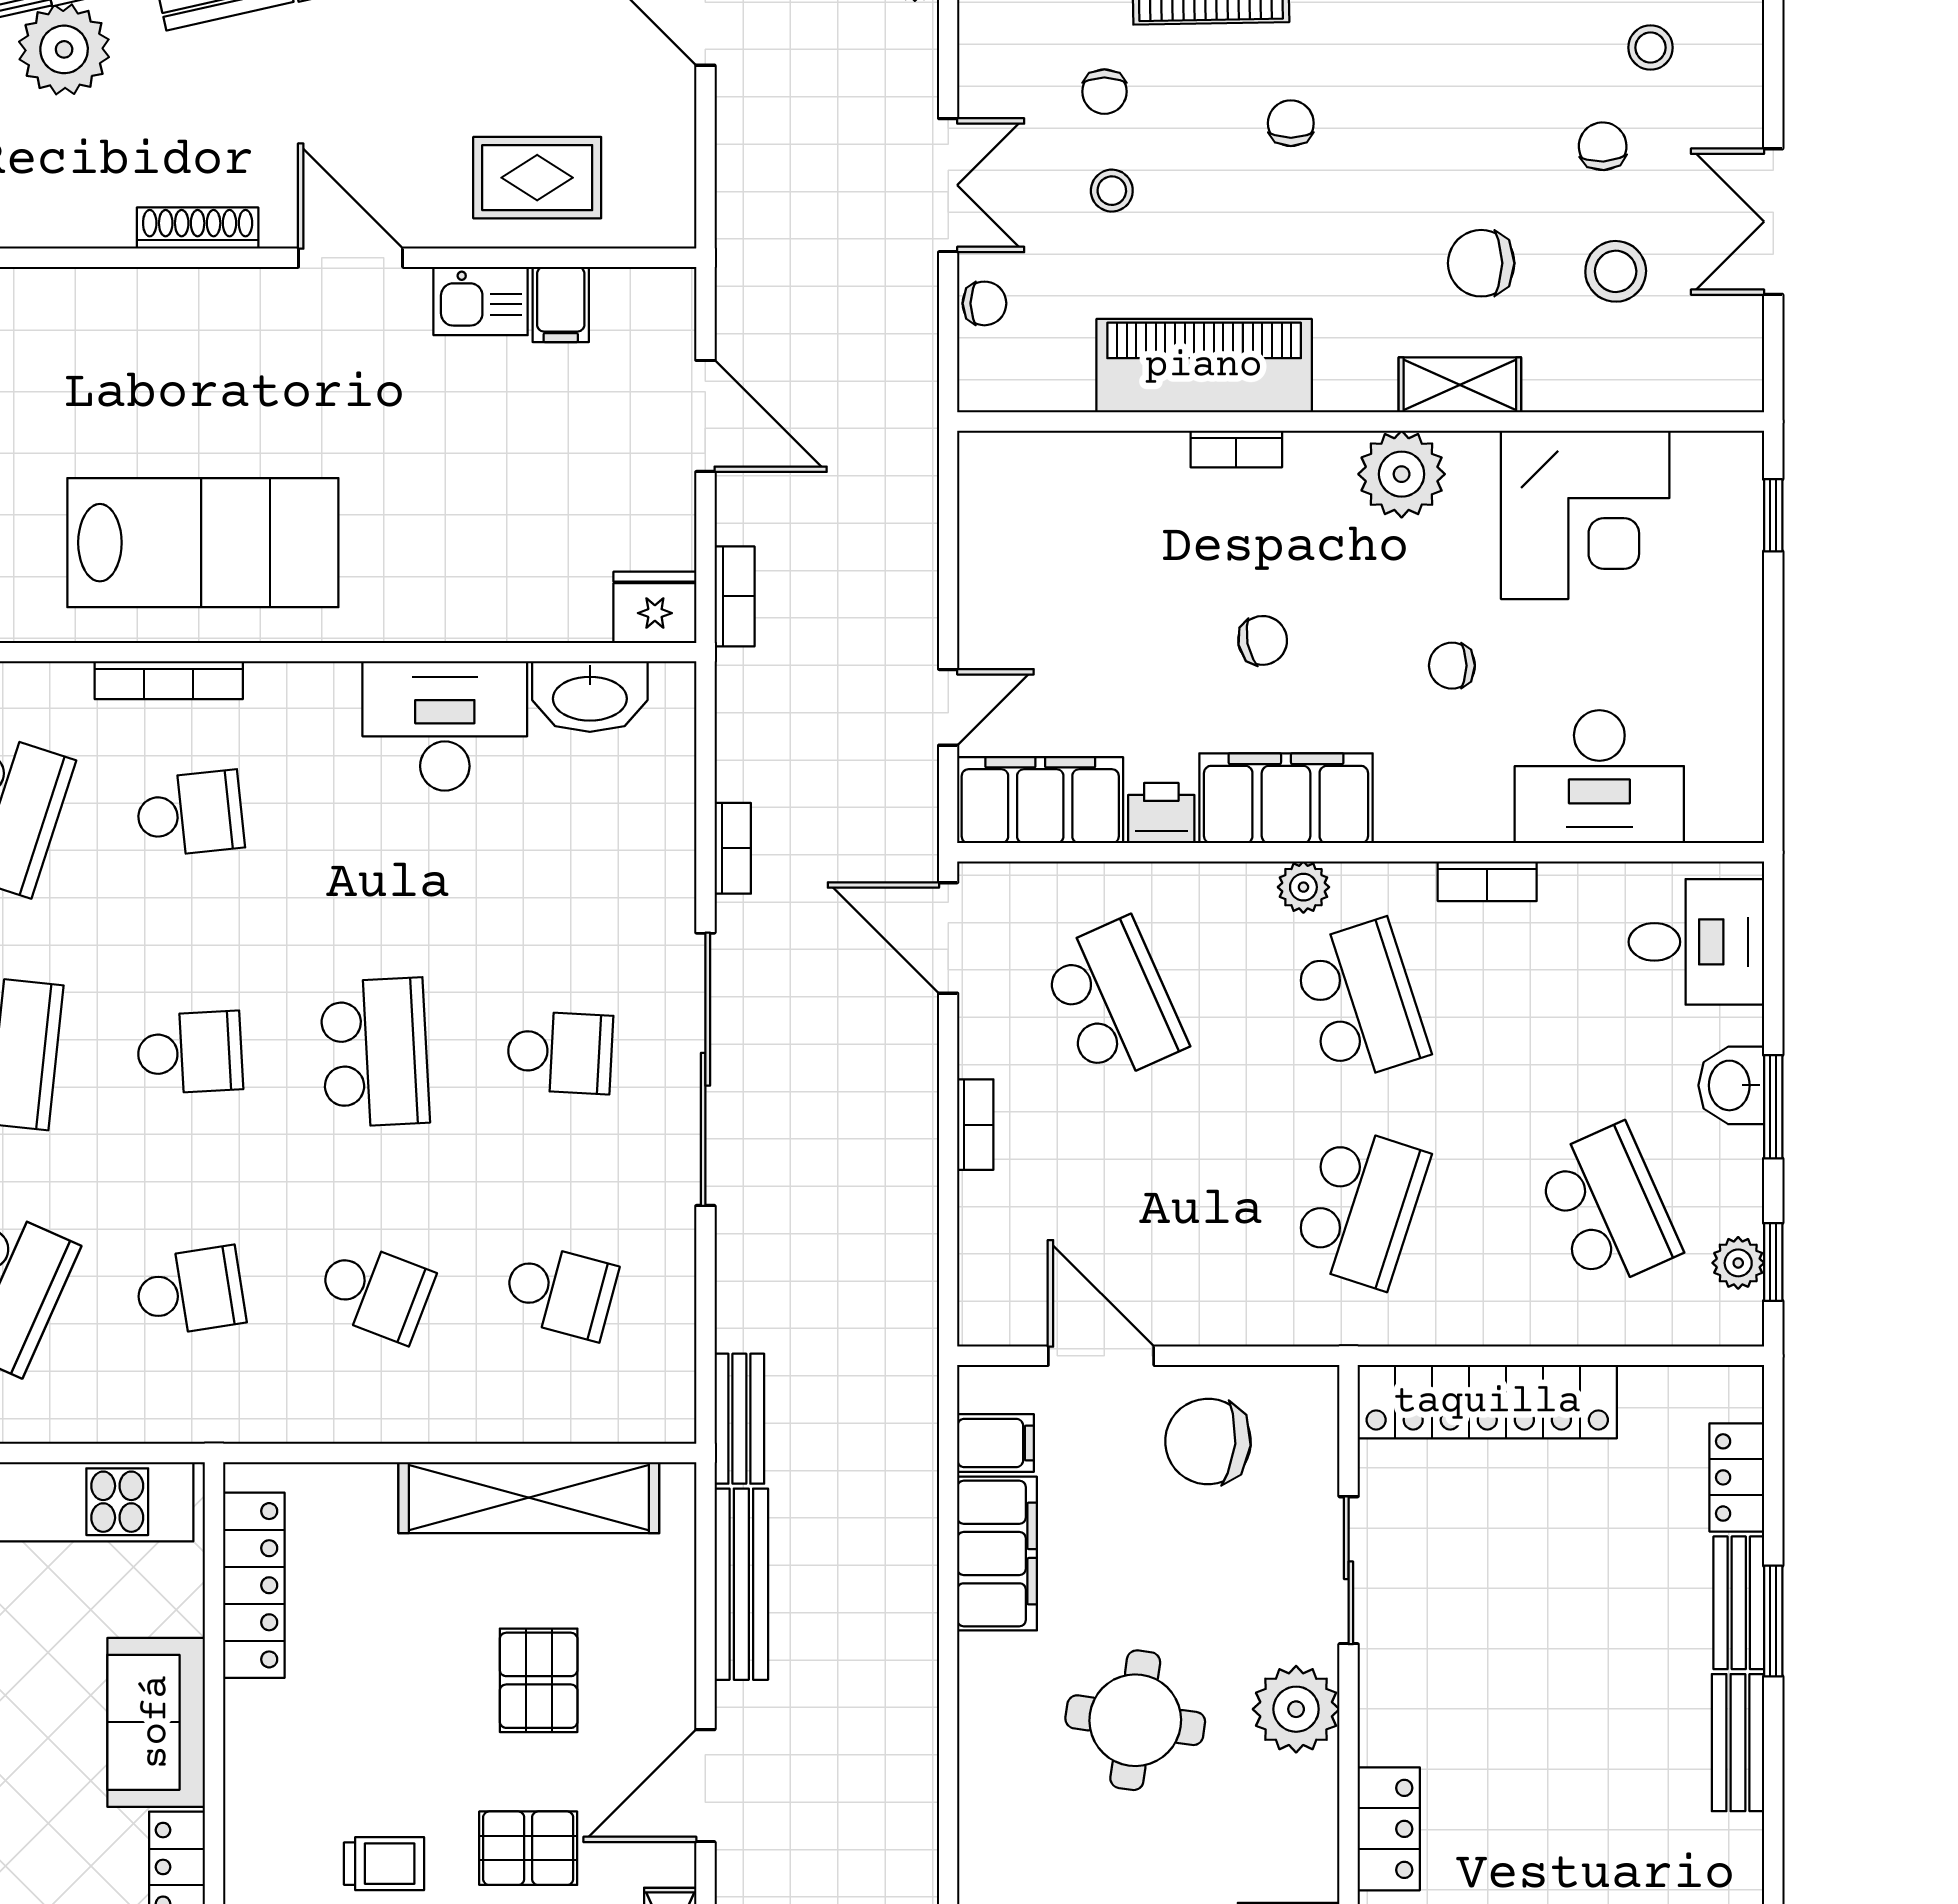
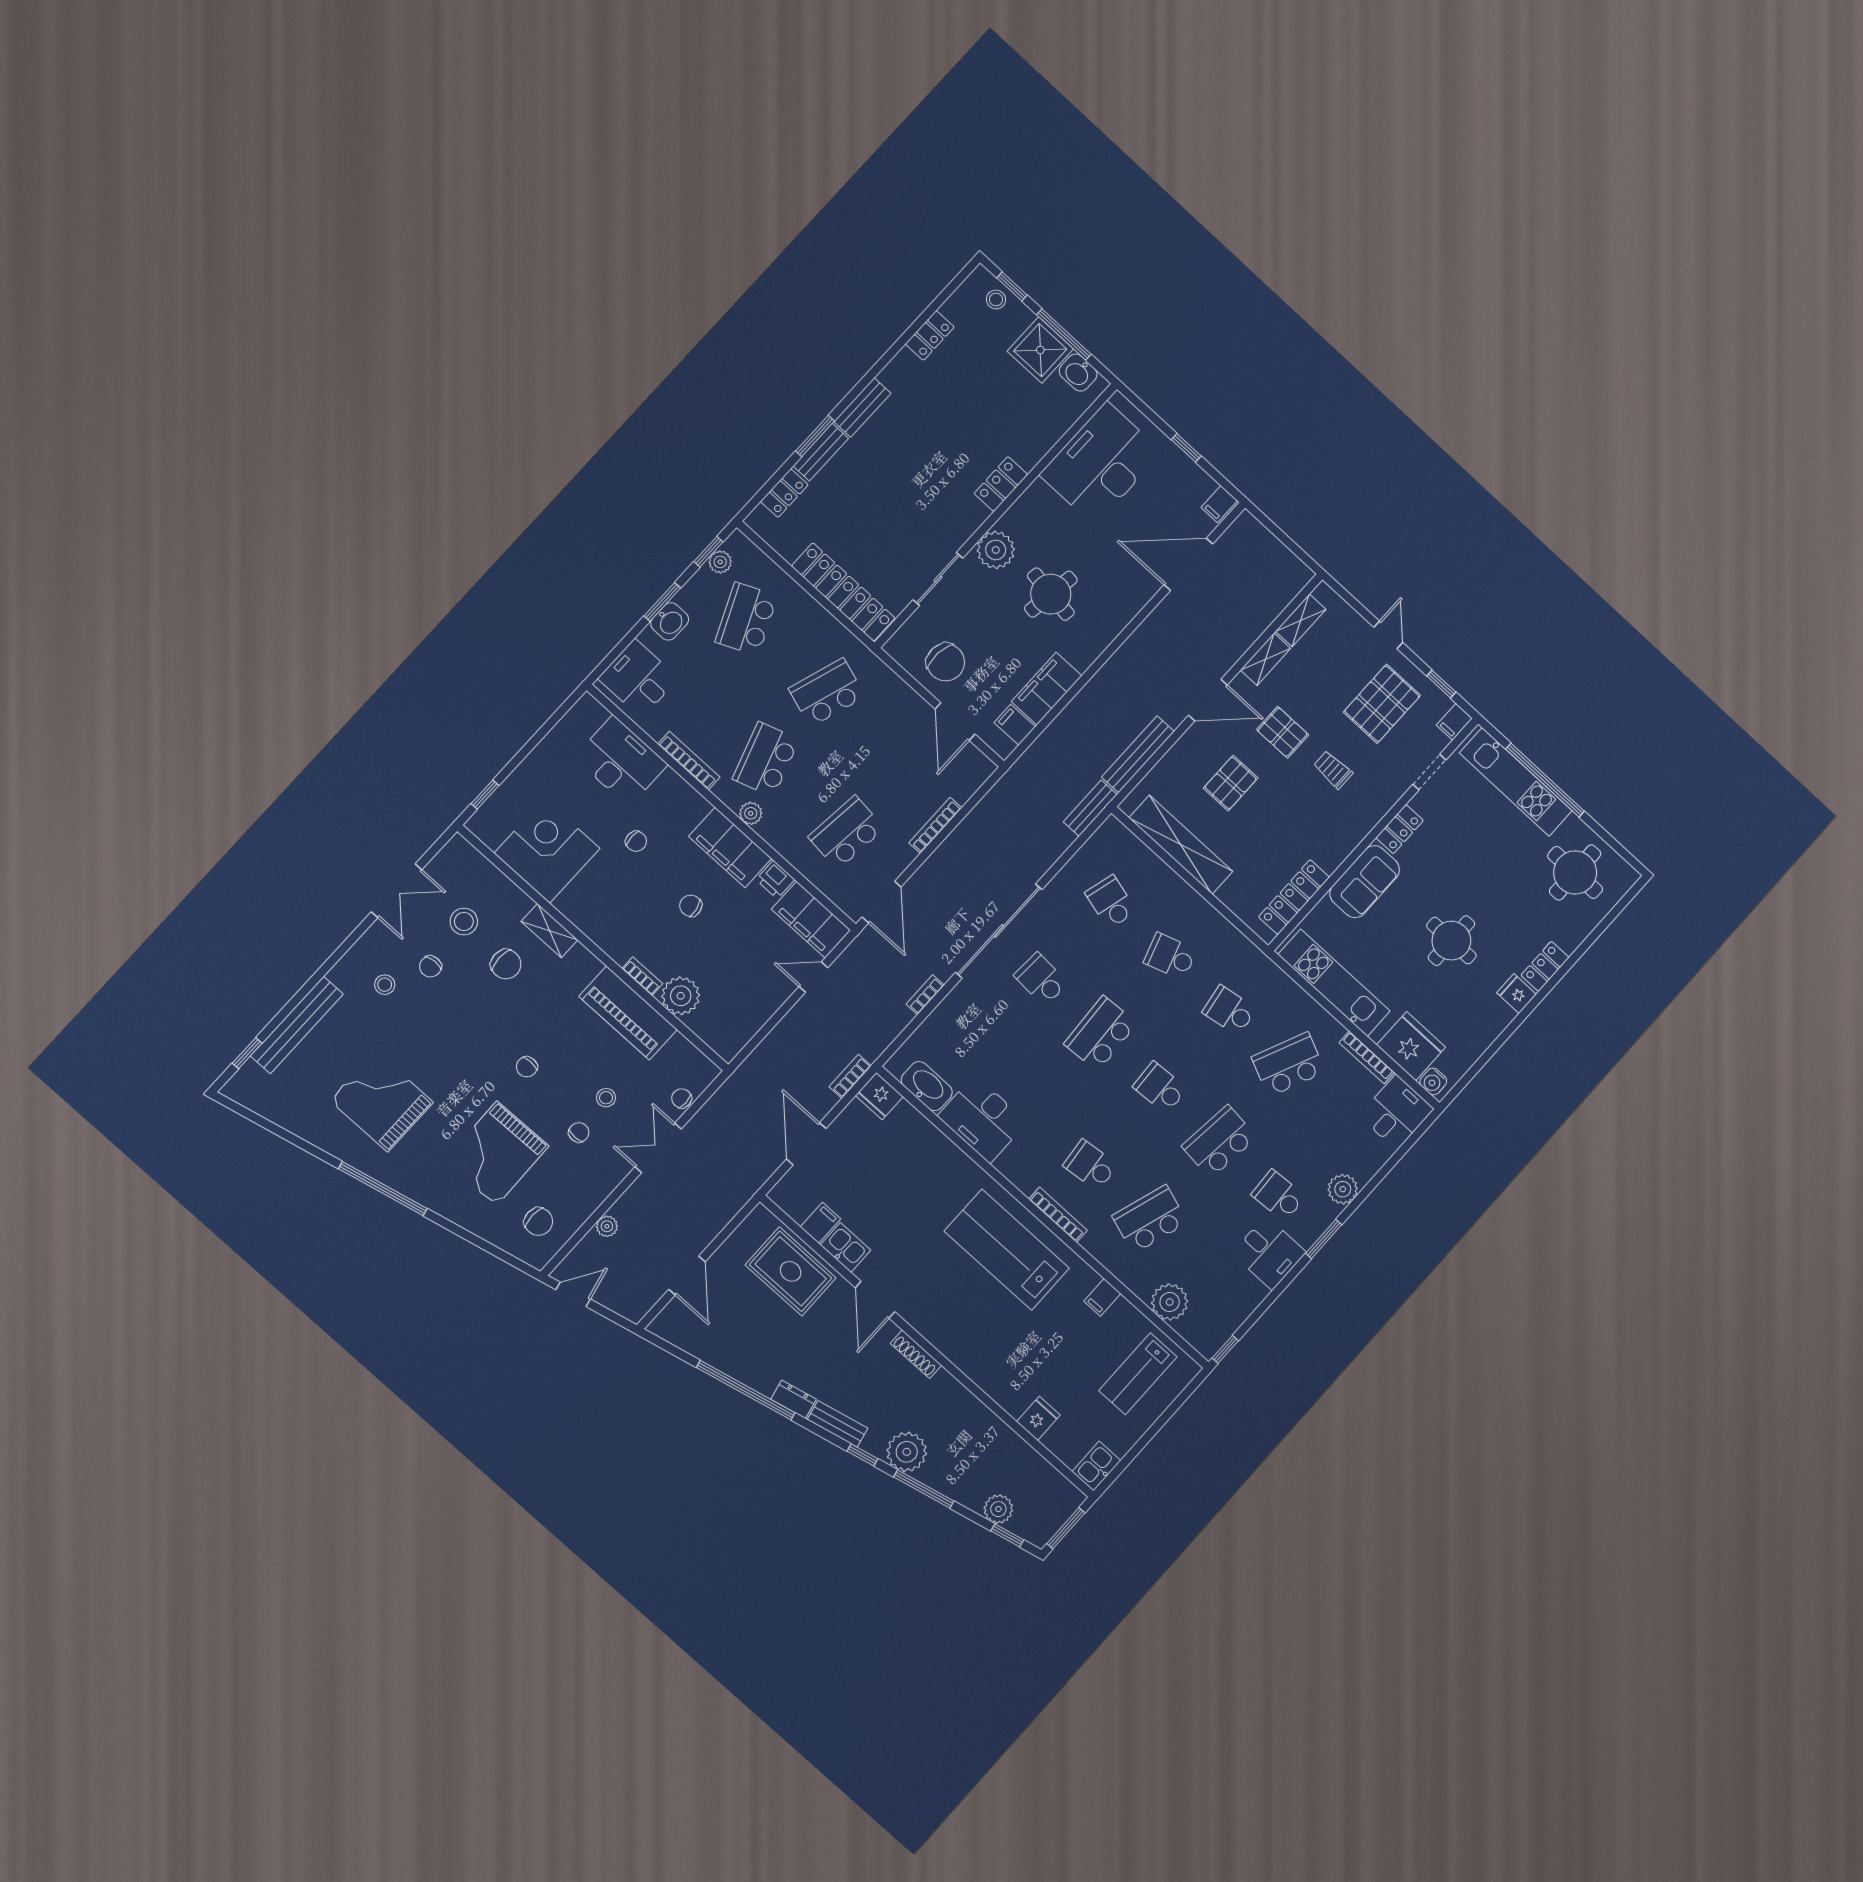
rug: (537, 178) -> (791, 1271), width x1.36, depth x1.43
plant: (1402, 474) -> (681, 996), moved
bookcase: (1487, 881) -> (689, 761), width x1.56
school desk: (1114, 1001) -> (846, 833), turned 30
bookcase: (975, 1125) -> (935, 825), width x1.56
school desk: (375, 1291) -> (1170, 956), turned -39

